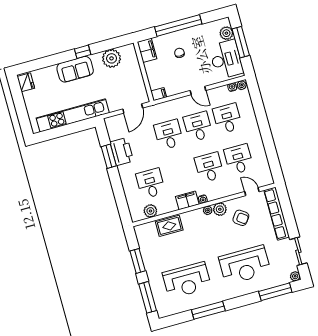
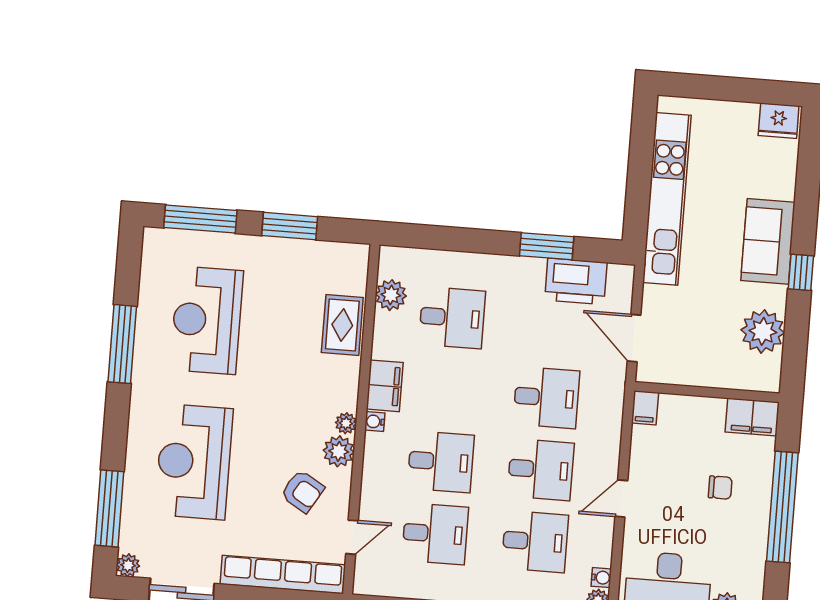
printer: (122, 151) -> (576, 281), moved
armchair: (241, 218) -> (302, 491), turned -95

